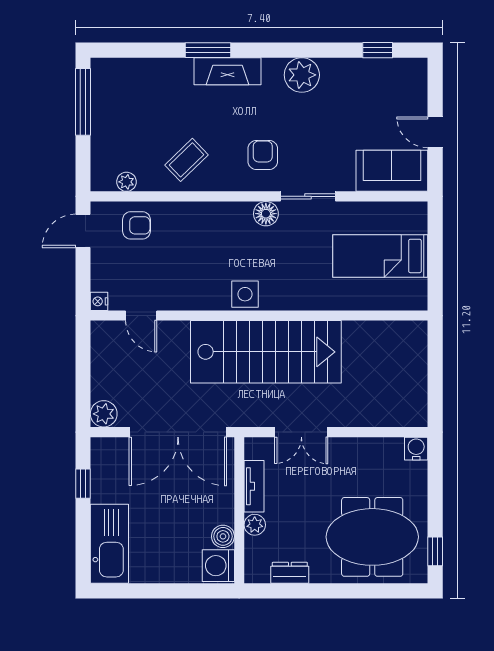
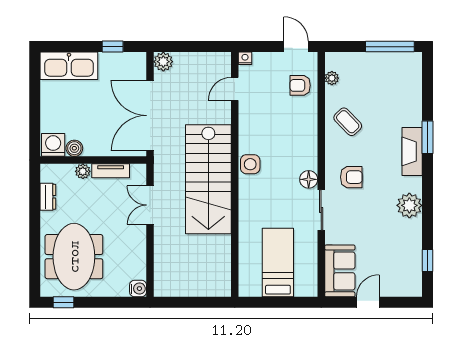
armchair: (136, 225) -> (300, 85), turned 90

